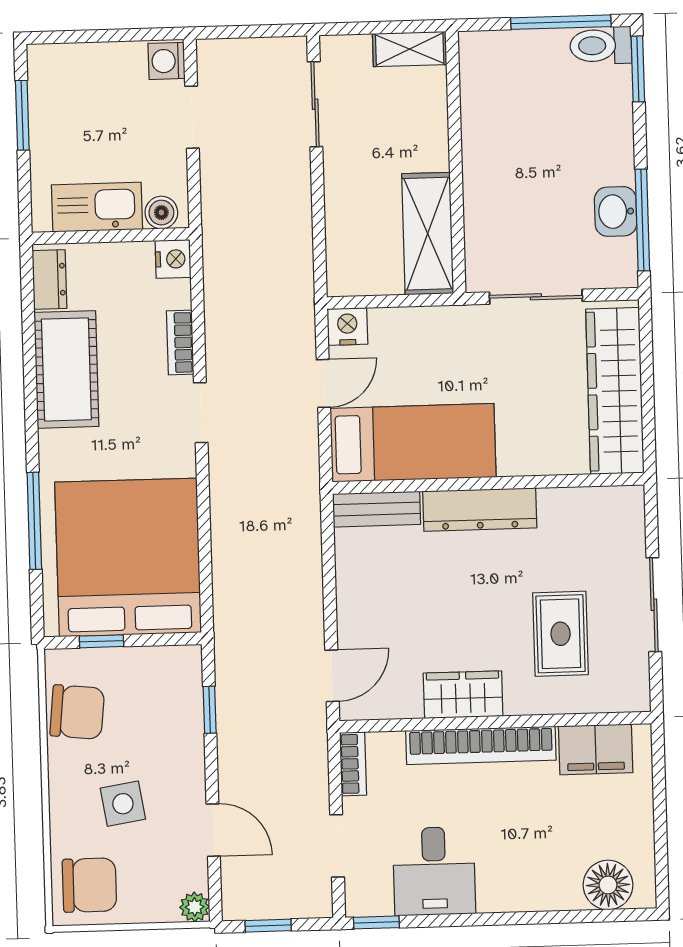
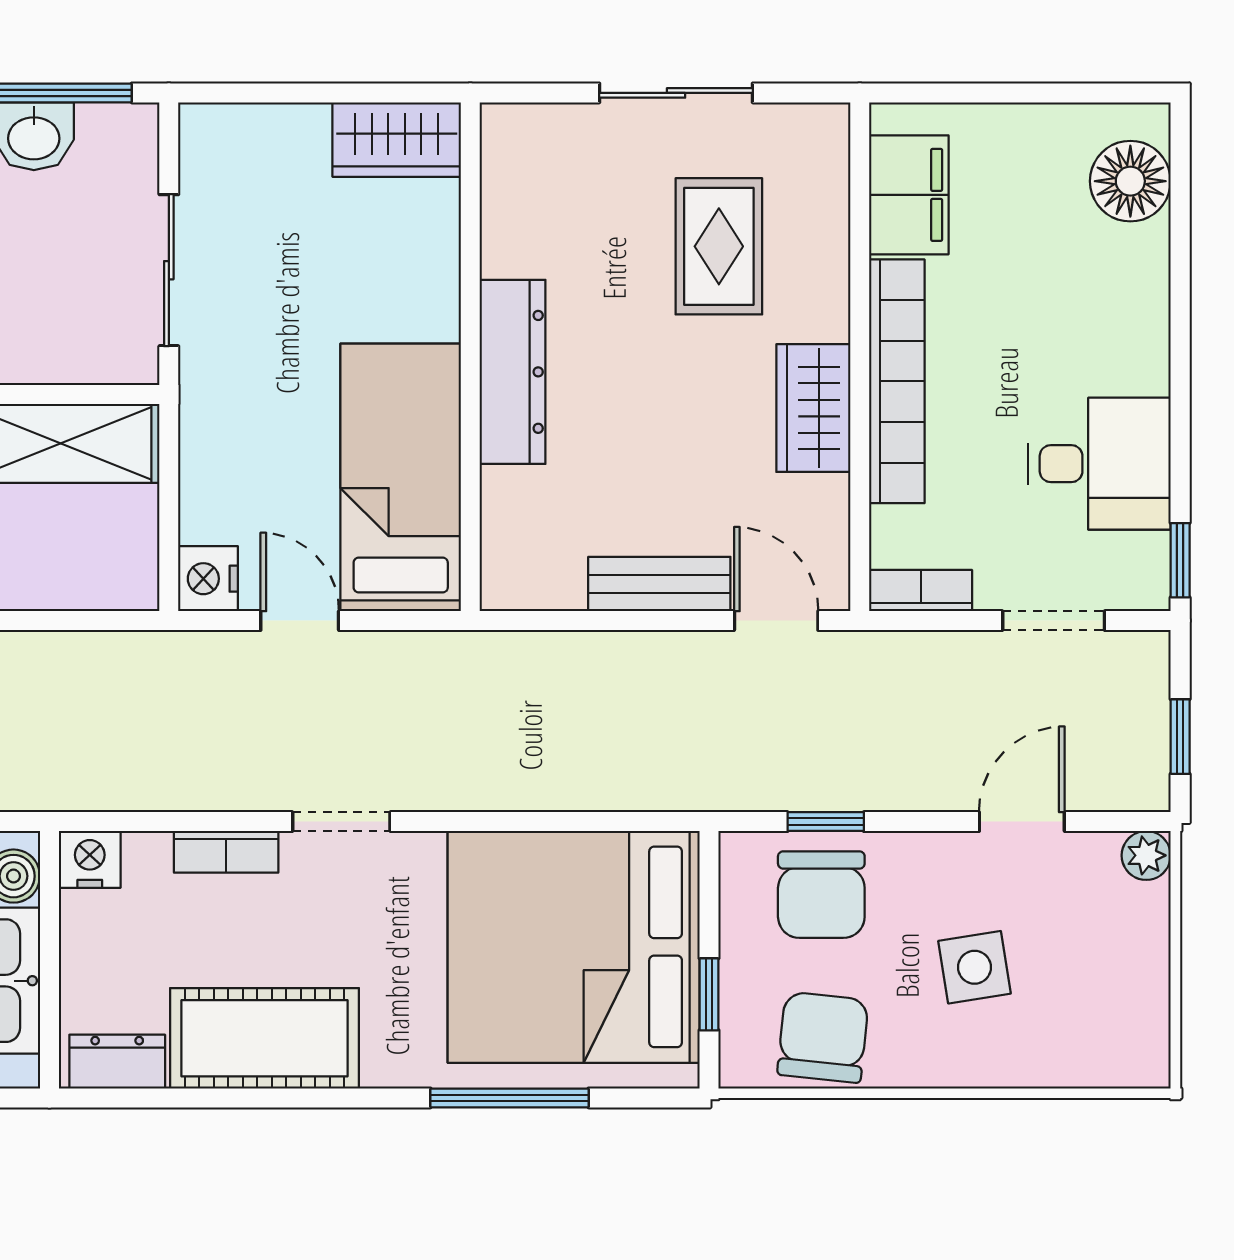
wardrobe: (615, 391) -> (397, 140), width x0.48, depth x0.85
bench: (376, 509) -> (659, 584), moved, turned 90
rug: (561, 634) -> (719, 246), turned 90
chair: (89, 885) -> (821, 895), moved, turned 180

